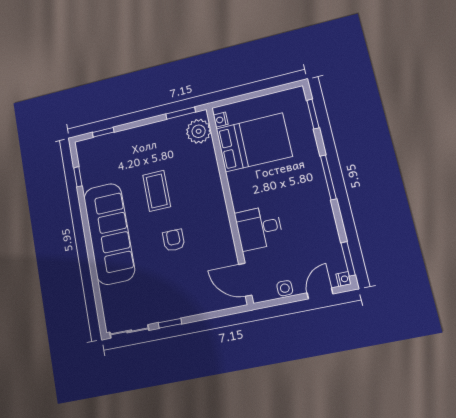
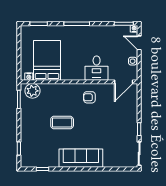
sofa: (109, 234) -> (81, 158), width x0.74, depth x0.79
armchair: (174, 240) -> (89, 97), moved

